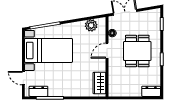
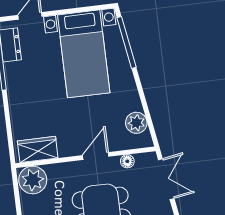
door: (107, 51) -> (96, 156), hinge flipped
plant: (116, 88) -> (33, 180), added

